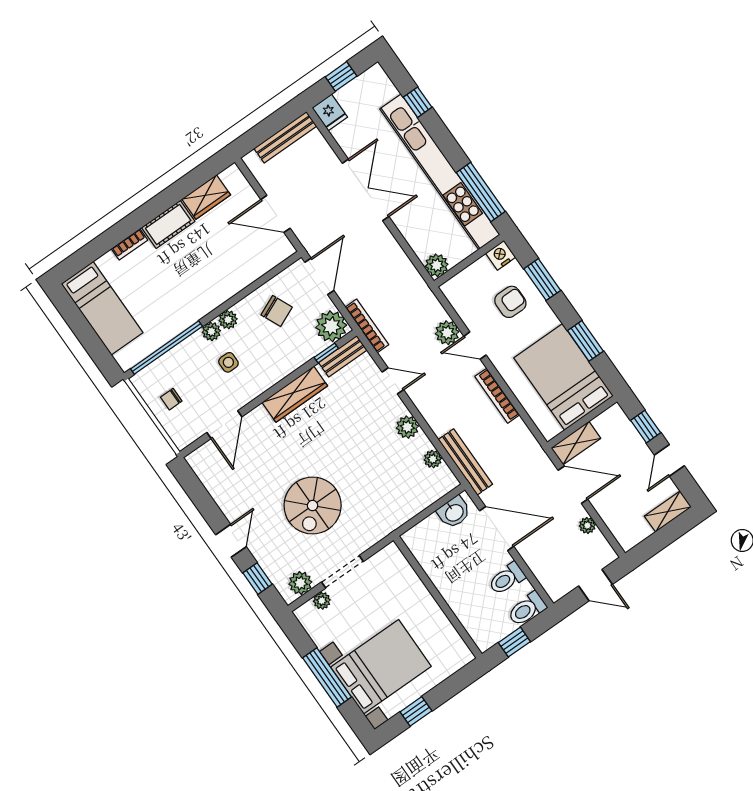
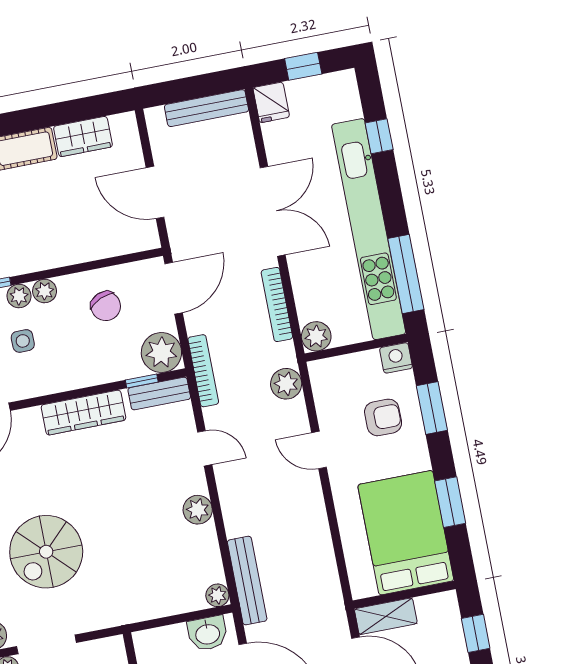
plant: (447, 333) -> (286, 384), moved
bookcase: (497, 396) -> (277, 305), moved
plant: (433, 459) -> (217, 595), moved

